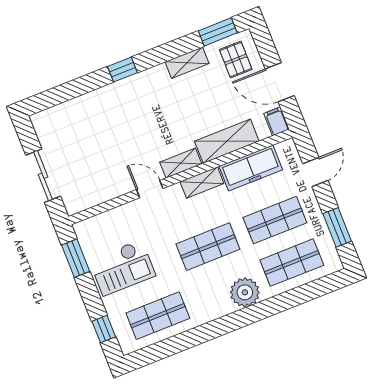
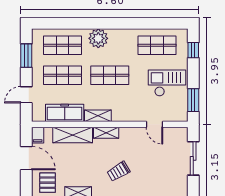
trolley: (142, 115) -> (118, 171), added
door: (150, 189) -> (154, 124), moved

